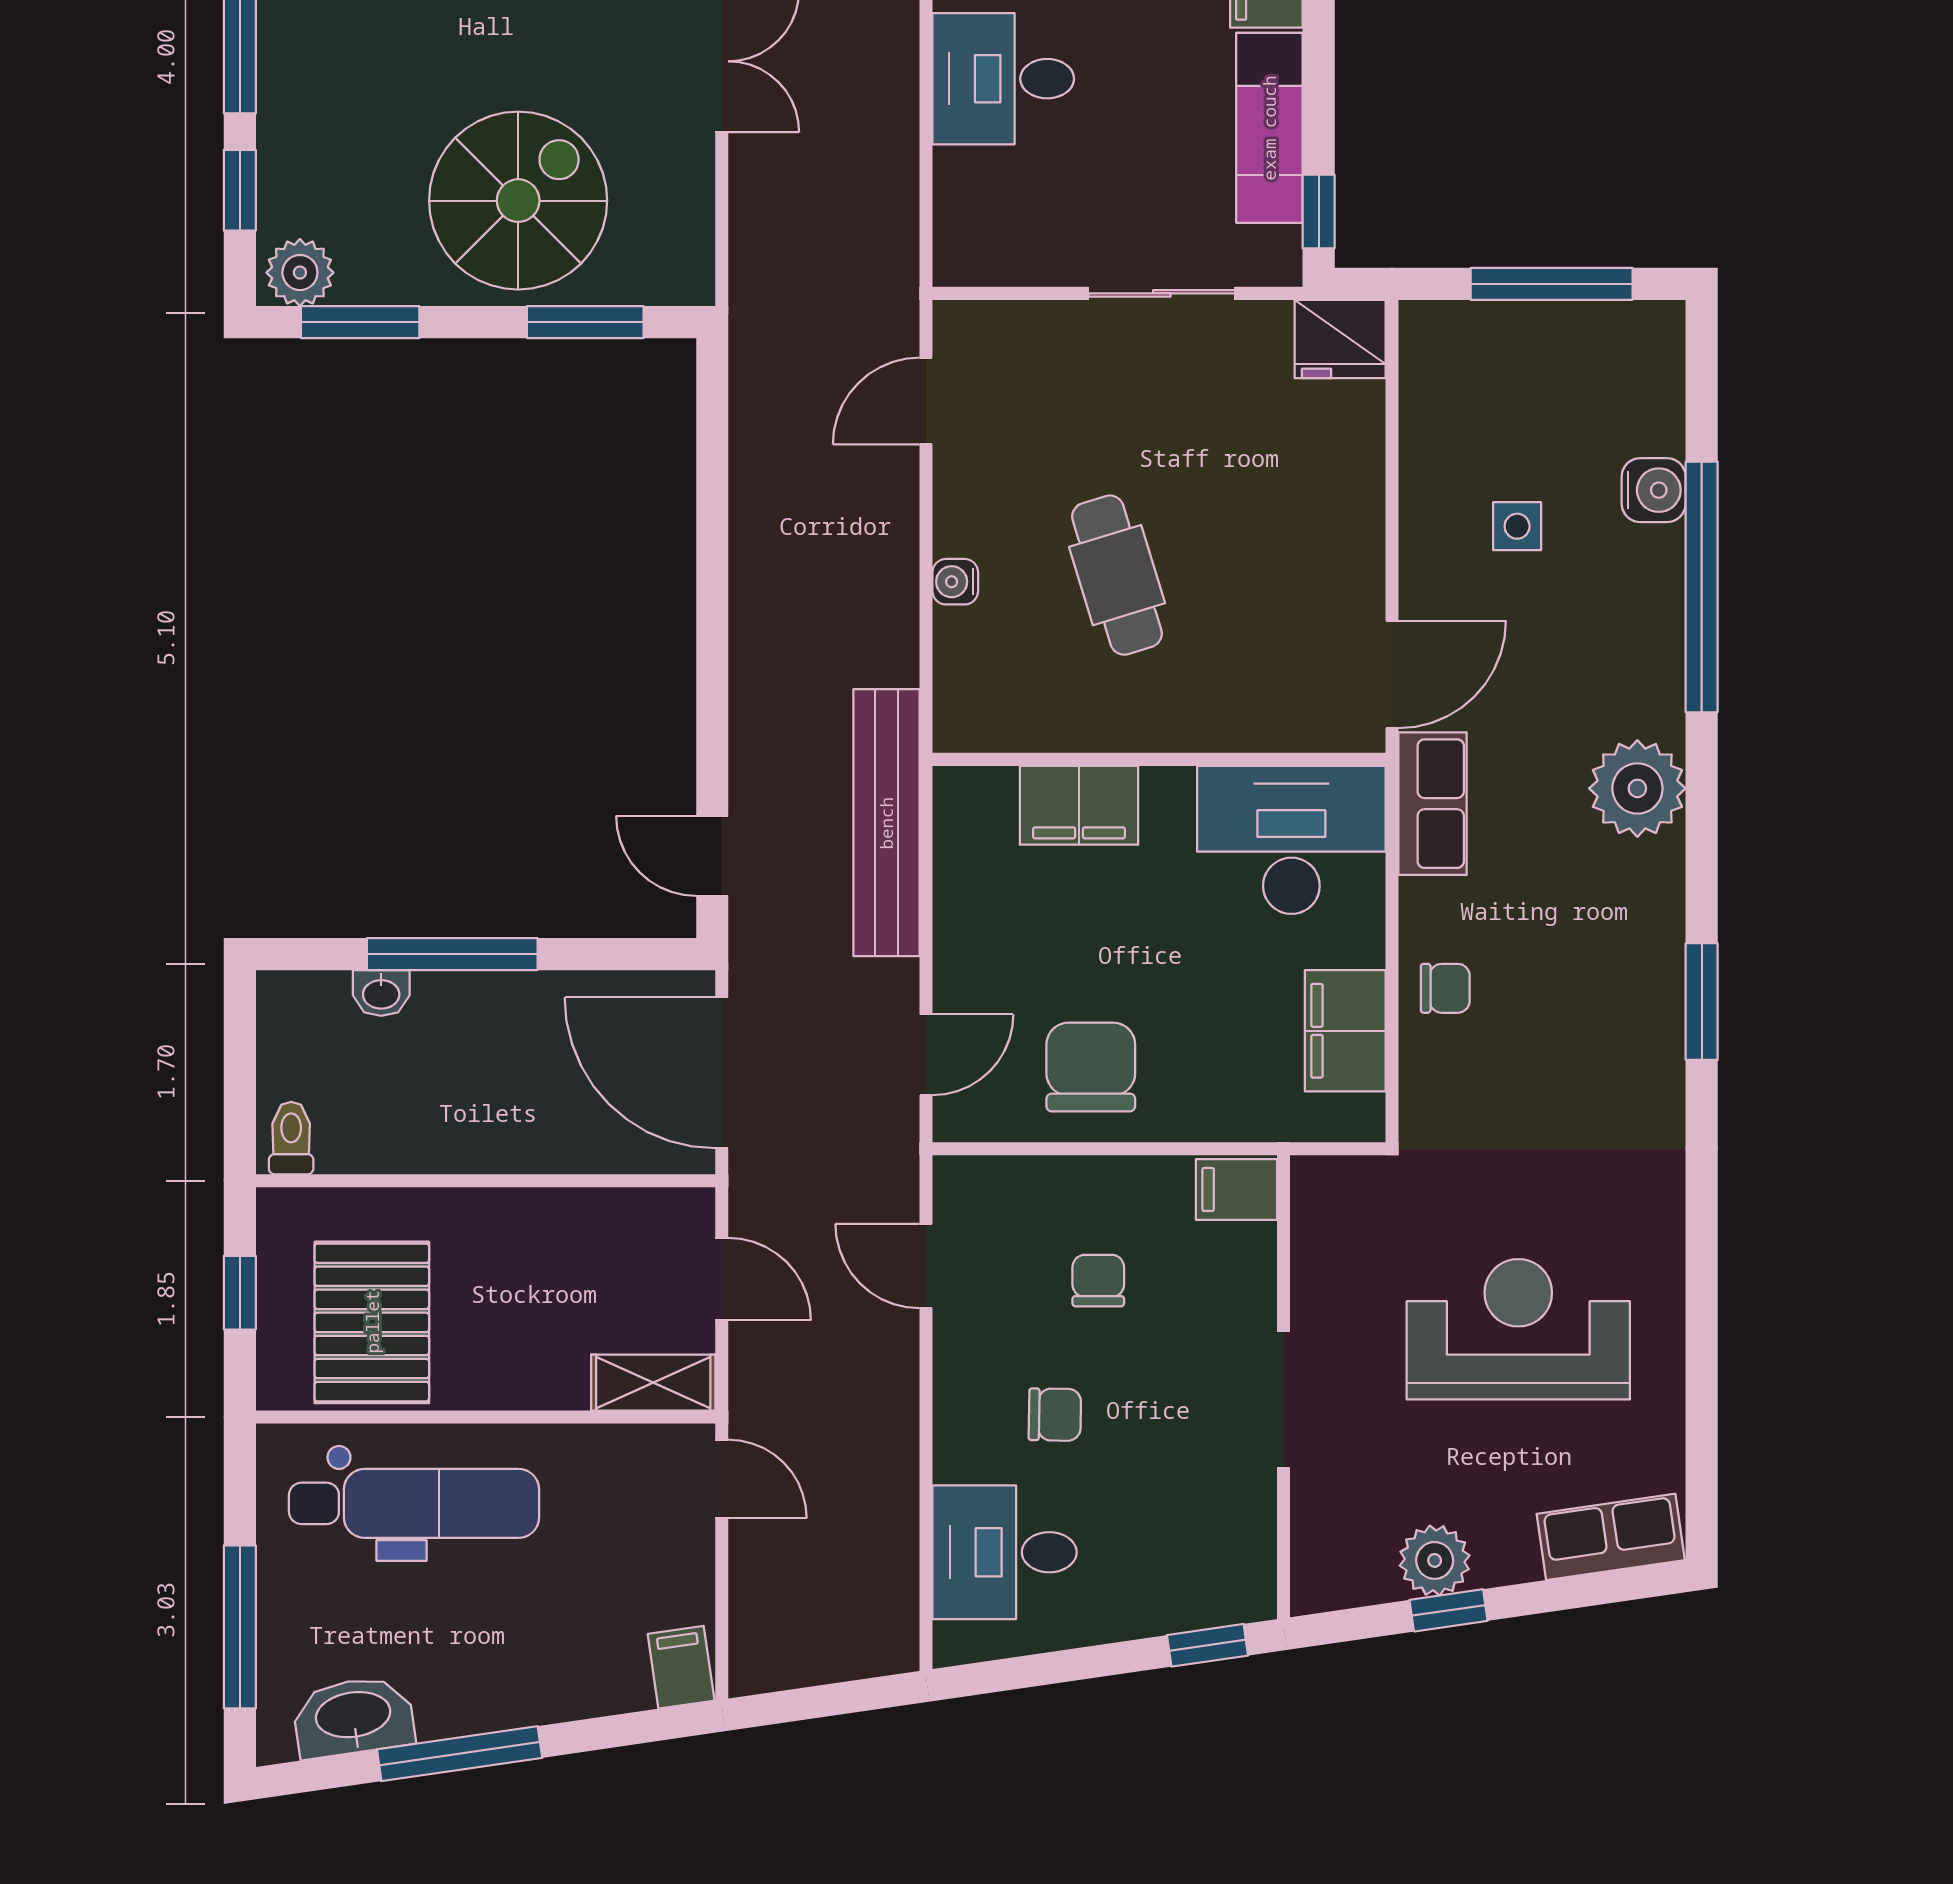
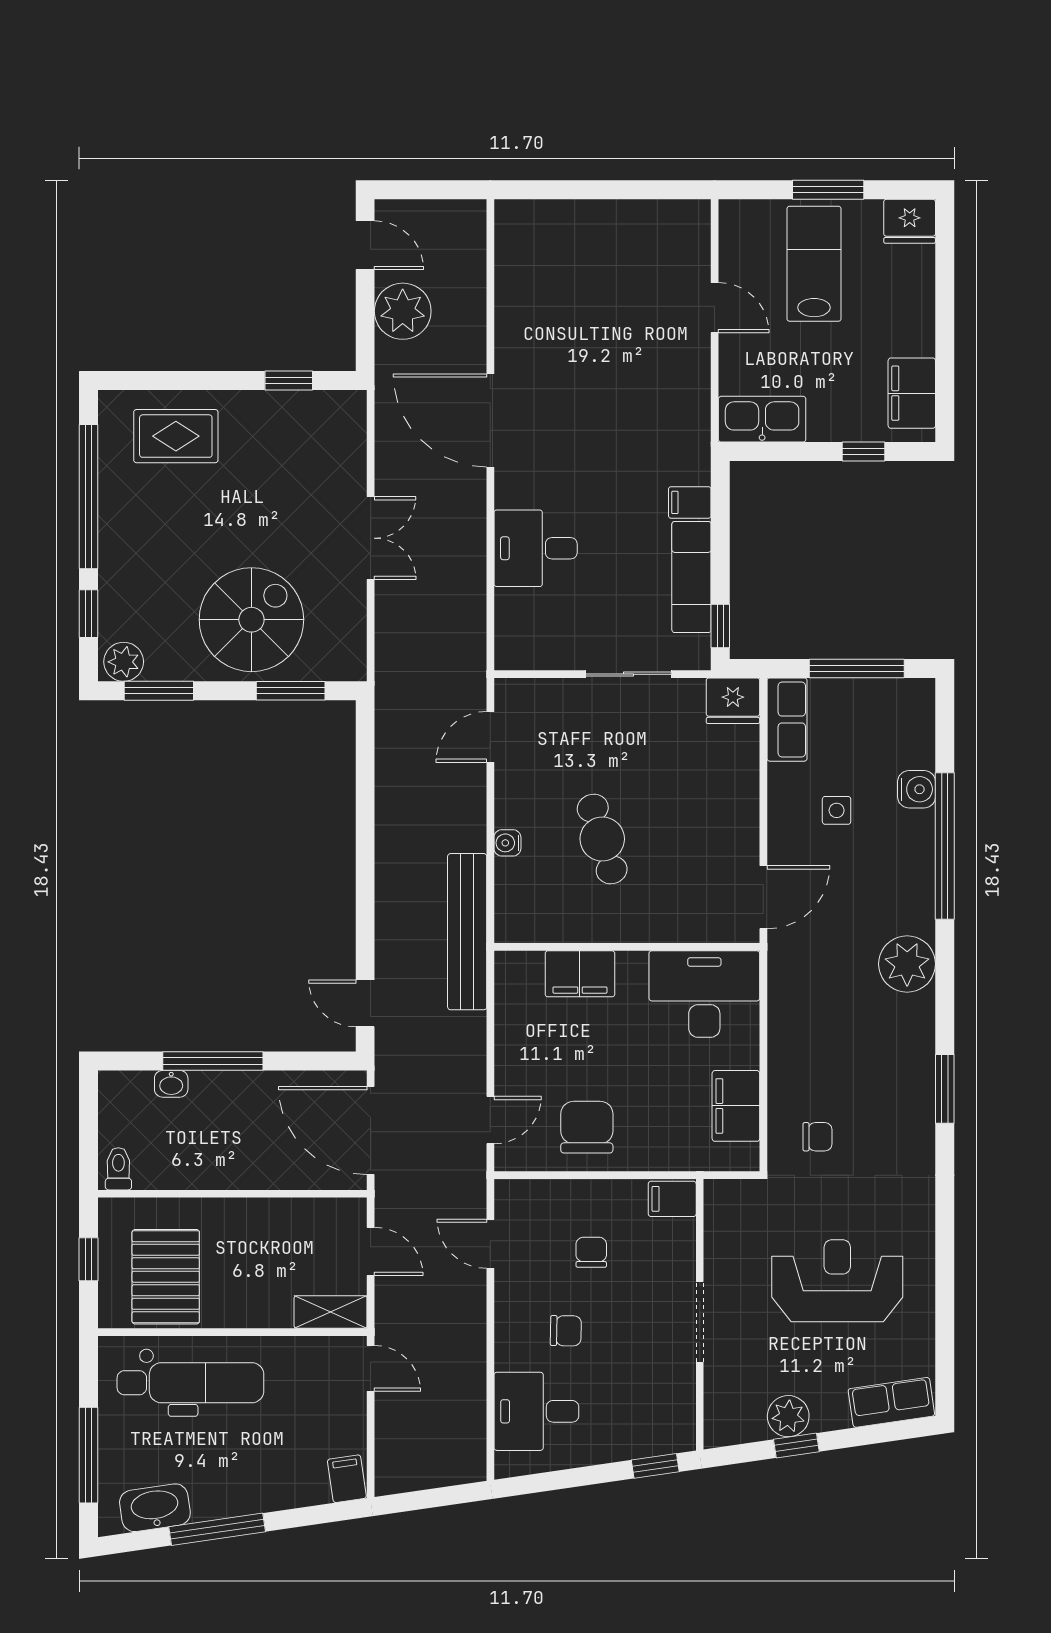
row of seats: (1433, 804) -> (787, 720), moved
bench: (886, 823) -> (467, 932), moved
chair: (1445, 988) -> (817, 1137), moved

